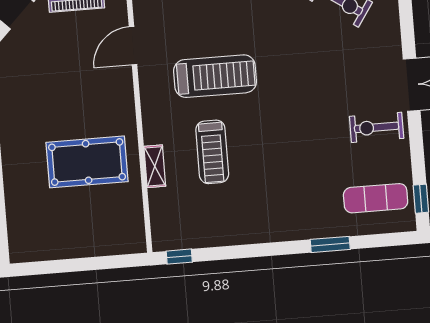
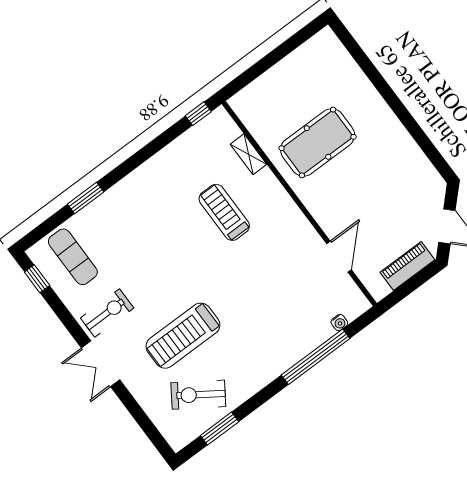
treadmill: (215, 76) -> (183, 336), moved
shelving: (155, 166) -> (249, 154), moved
exercise mat: (376, 198) -> (73, 257), turned 90

